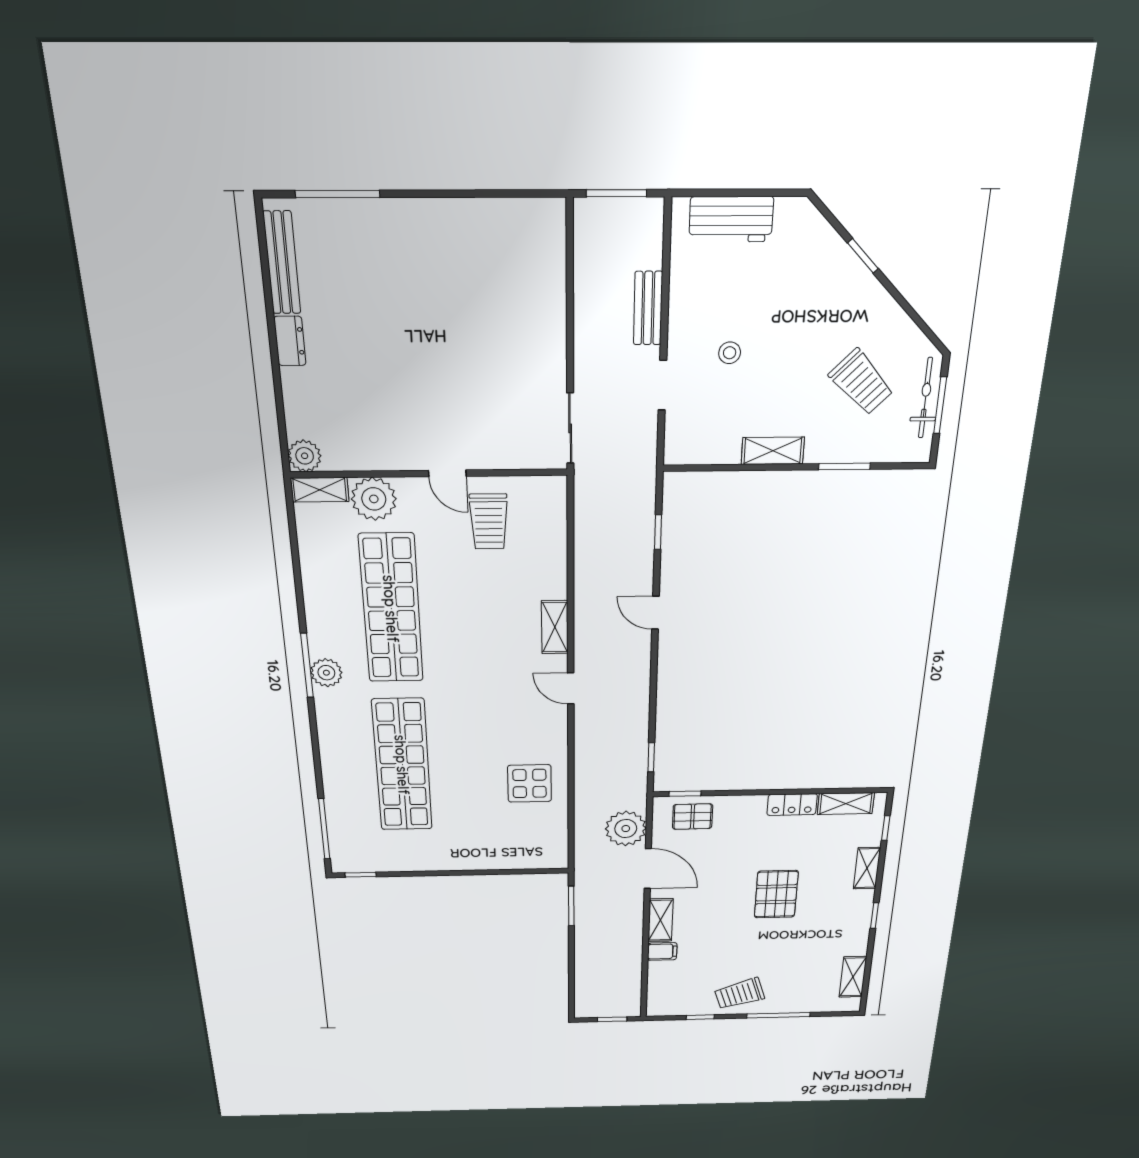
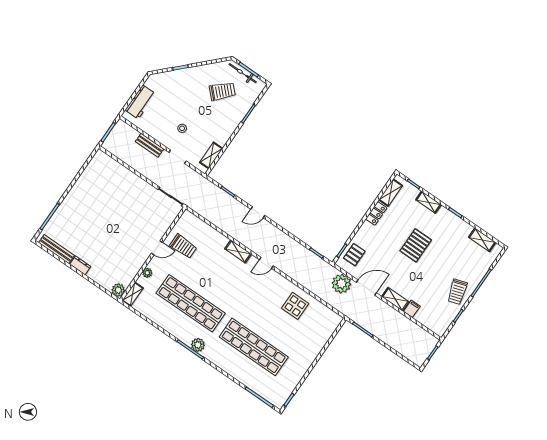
shelving: (773, 451) -> (211, 155), moved
plant: (374, 499) -> (147, 273), width x0.53, depth x0.53
pallet: (776, 894) -> (416, 245), turned 90

